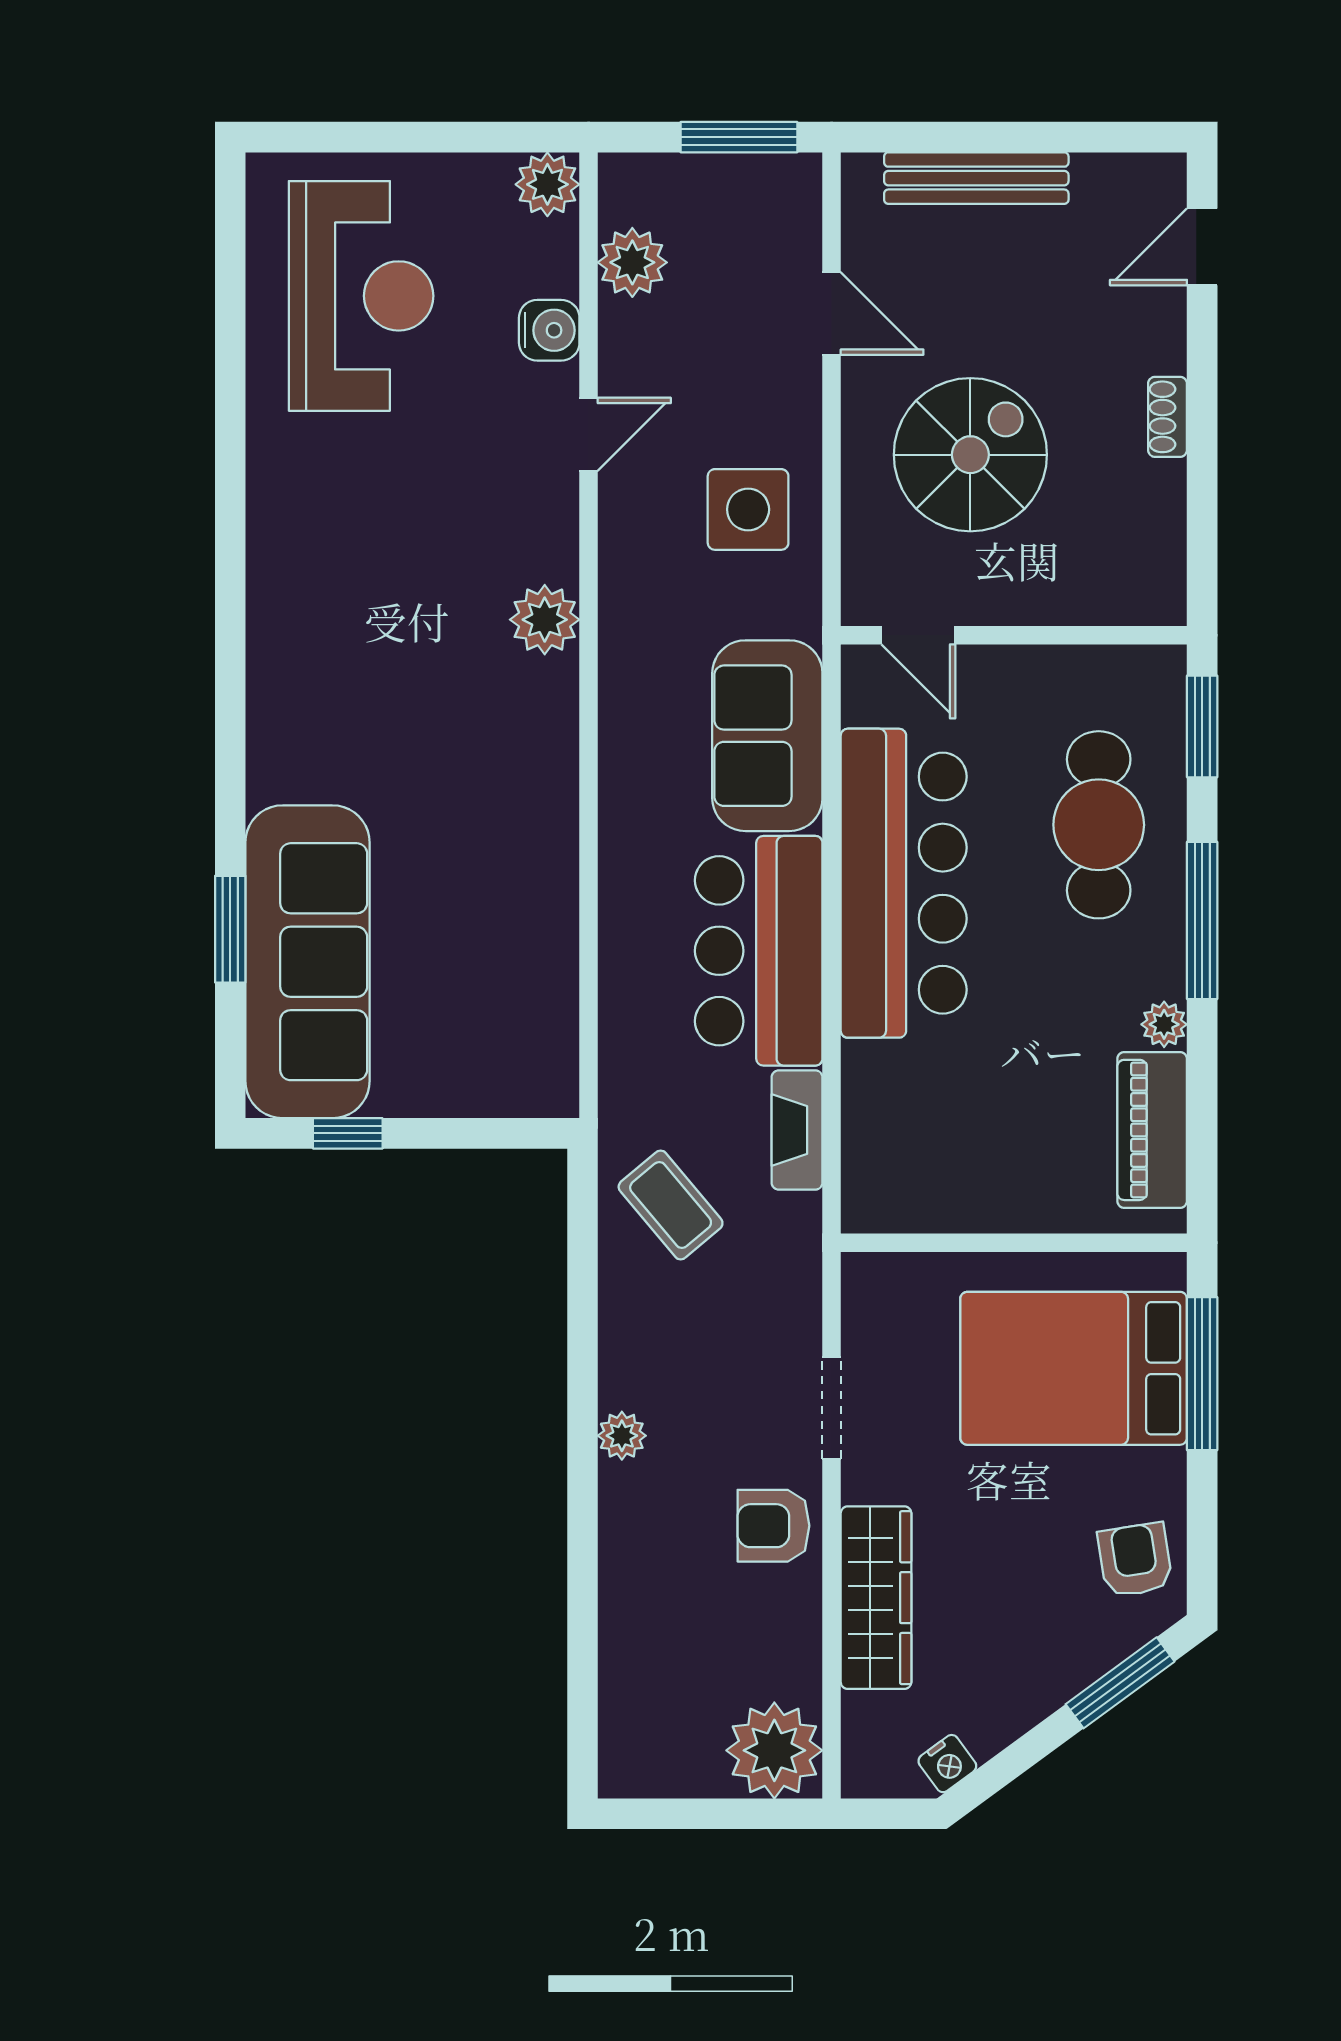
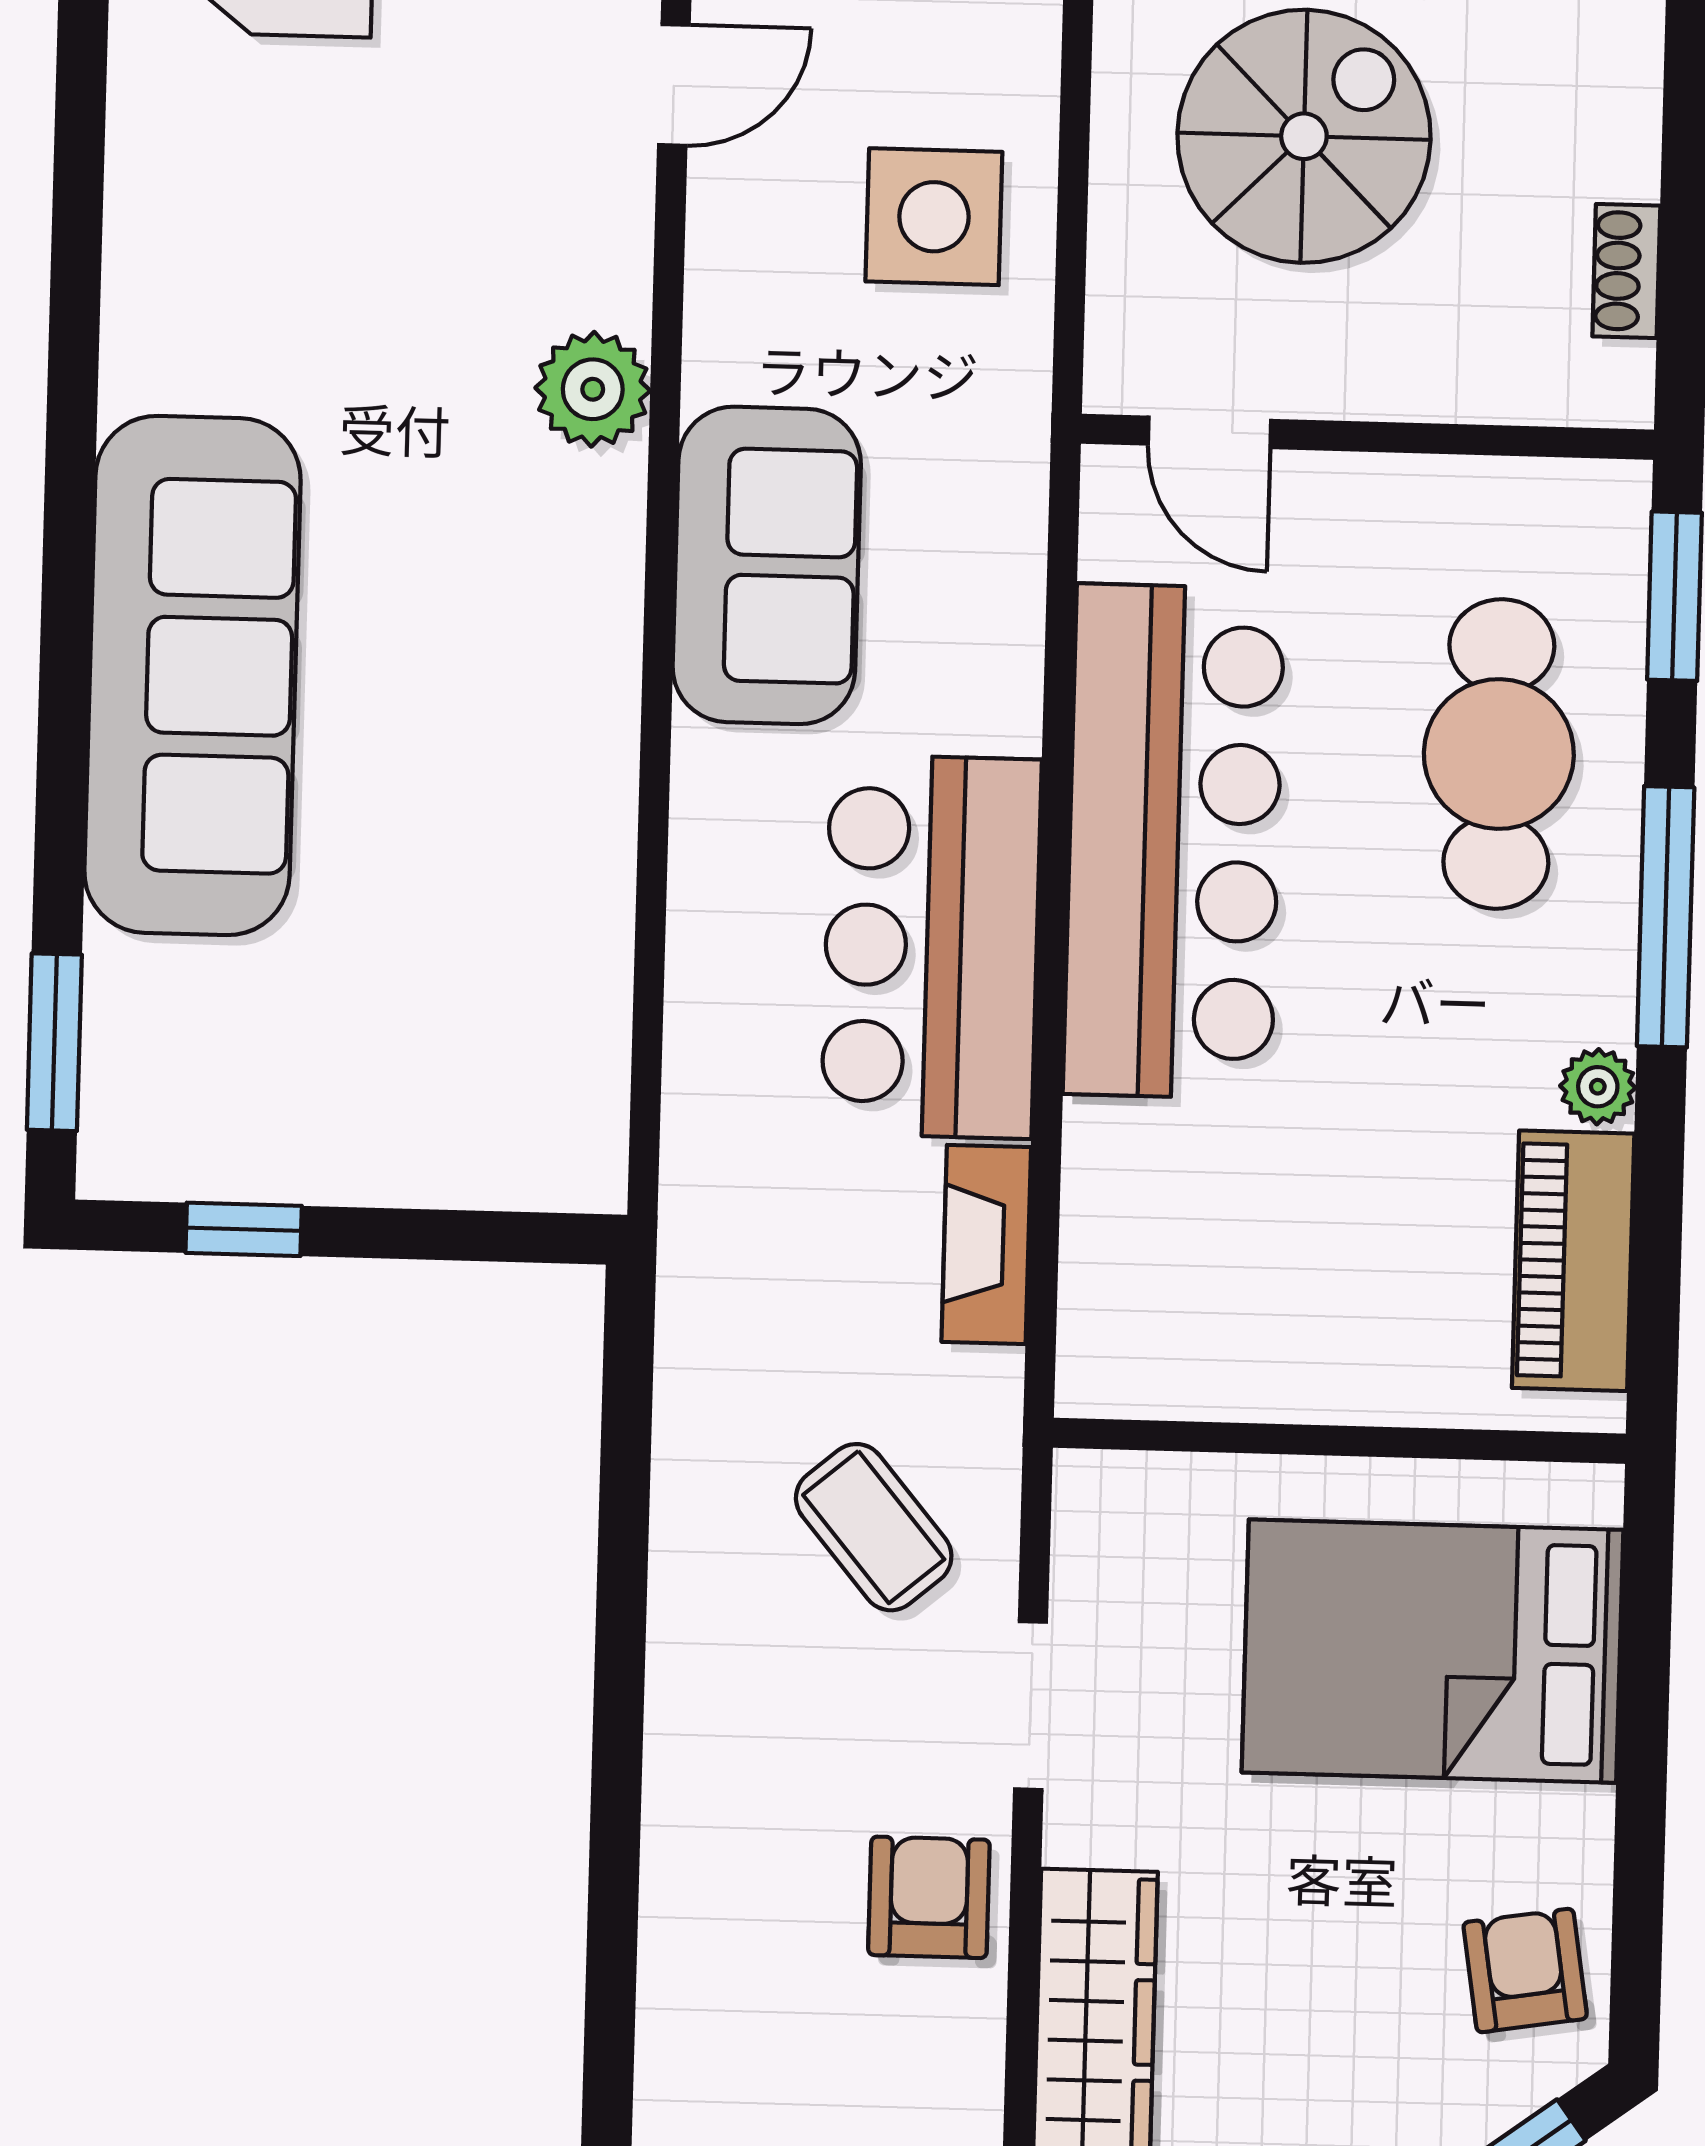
shoe rack: (1168, 417) -> (1626, 271), moved
sofa: (767, 736) -> (767, 565), moved, turned 180
window: (230, 929) -> (54, 1042), moved
sofa: (307, 962) -> (192, 675), moved
coffee table: (671, 1205) -> (874, 1527), moved
window: (1202, 1374) -> (1645, 1666), removed
plant: (622, 1436) -> (683, 1742), removed
armchair: (773, 1526) -> (929, 1897), turned 90

